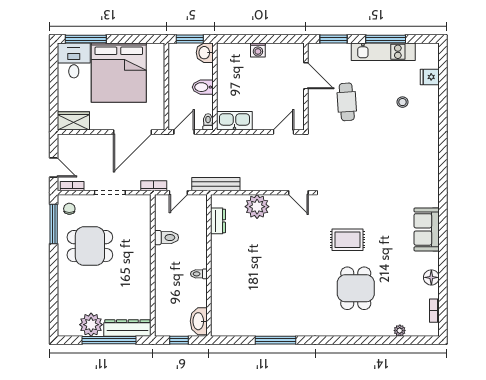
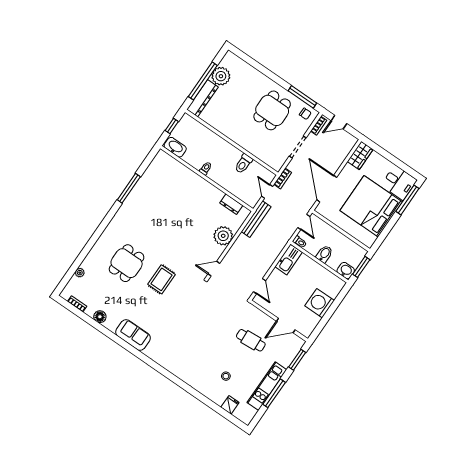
washing machine: (258, 50) -> (320, 303), width x1.89, depth x1.89
dining table: (356, 288) -> (127, 263), turned 90

